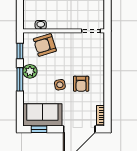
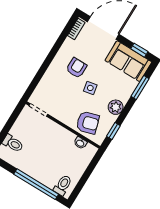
window: (20, 79) -> (140, 88), moved
side table: (60, 85) -> (90, 88), moved

